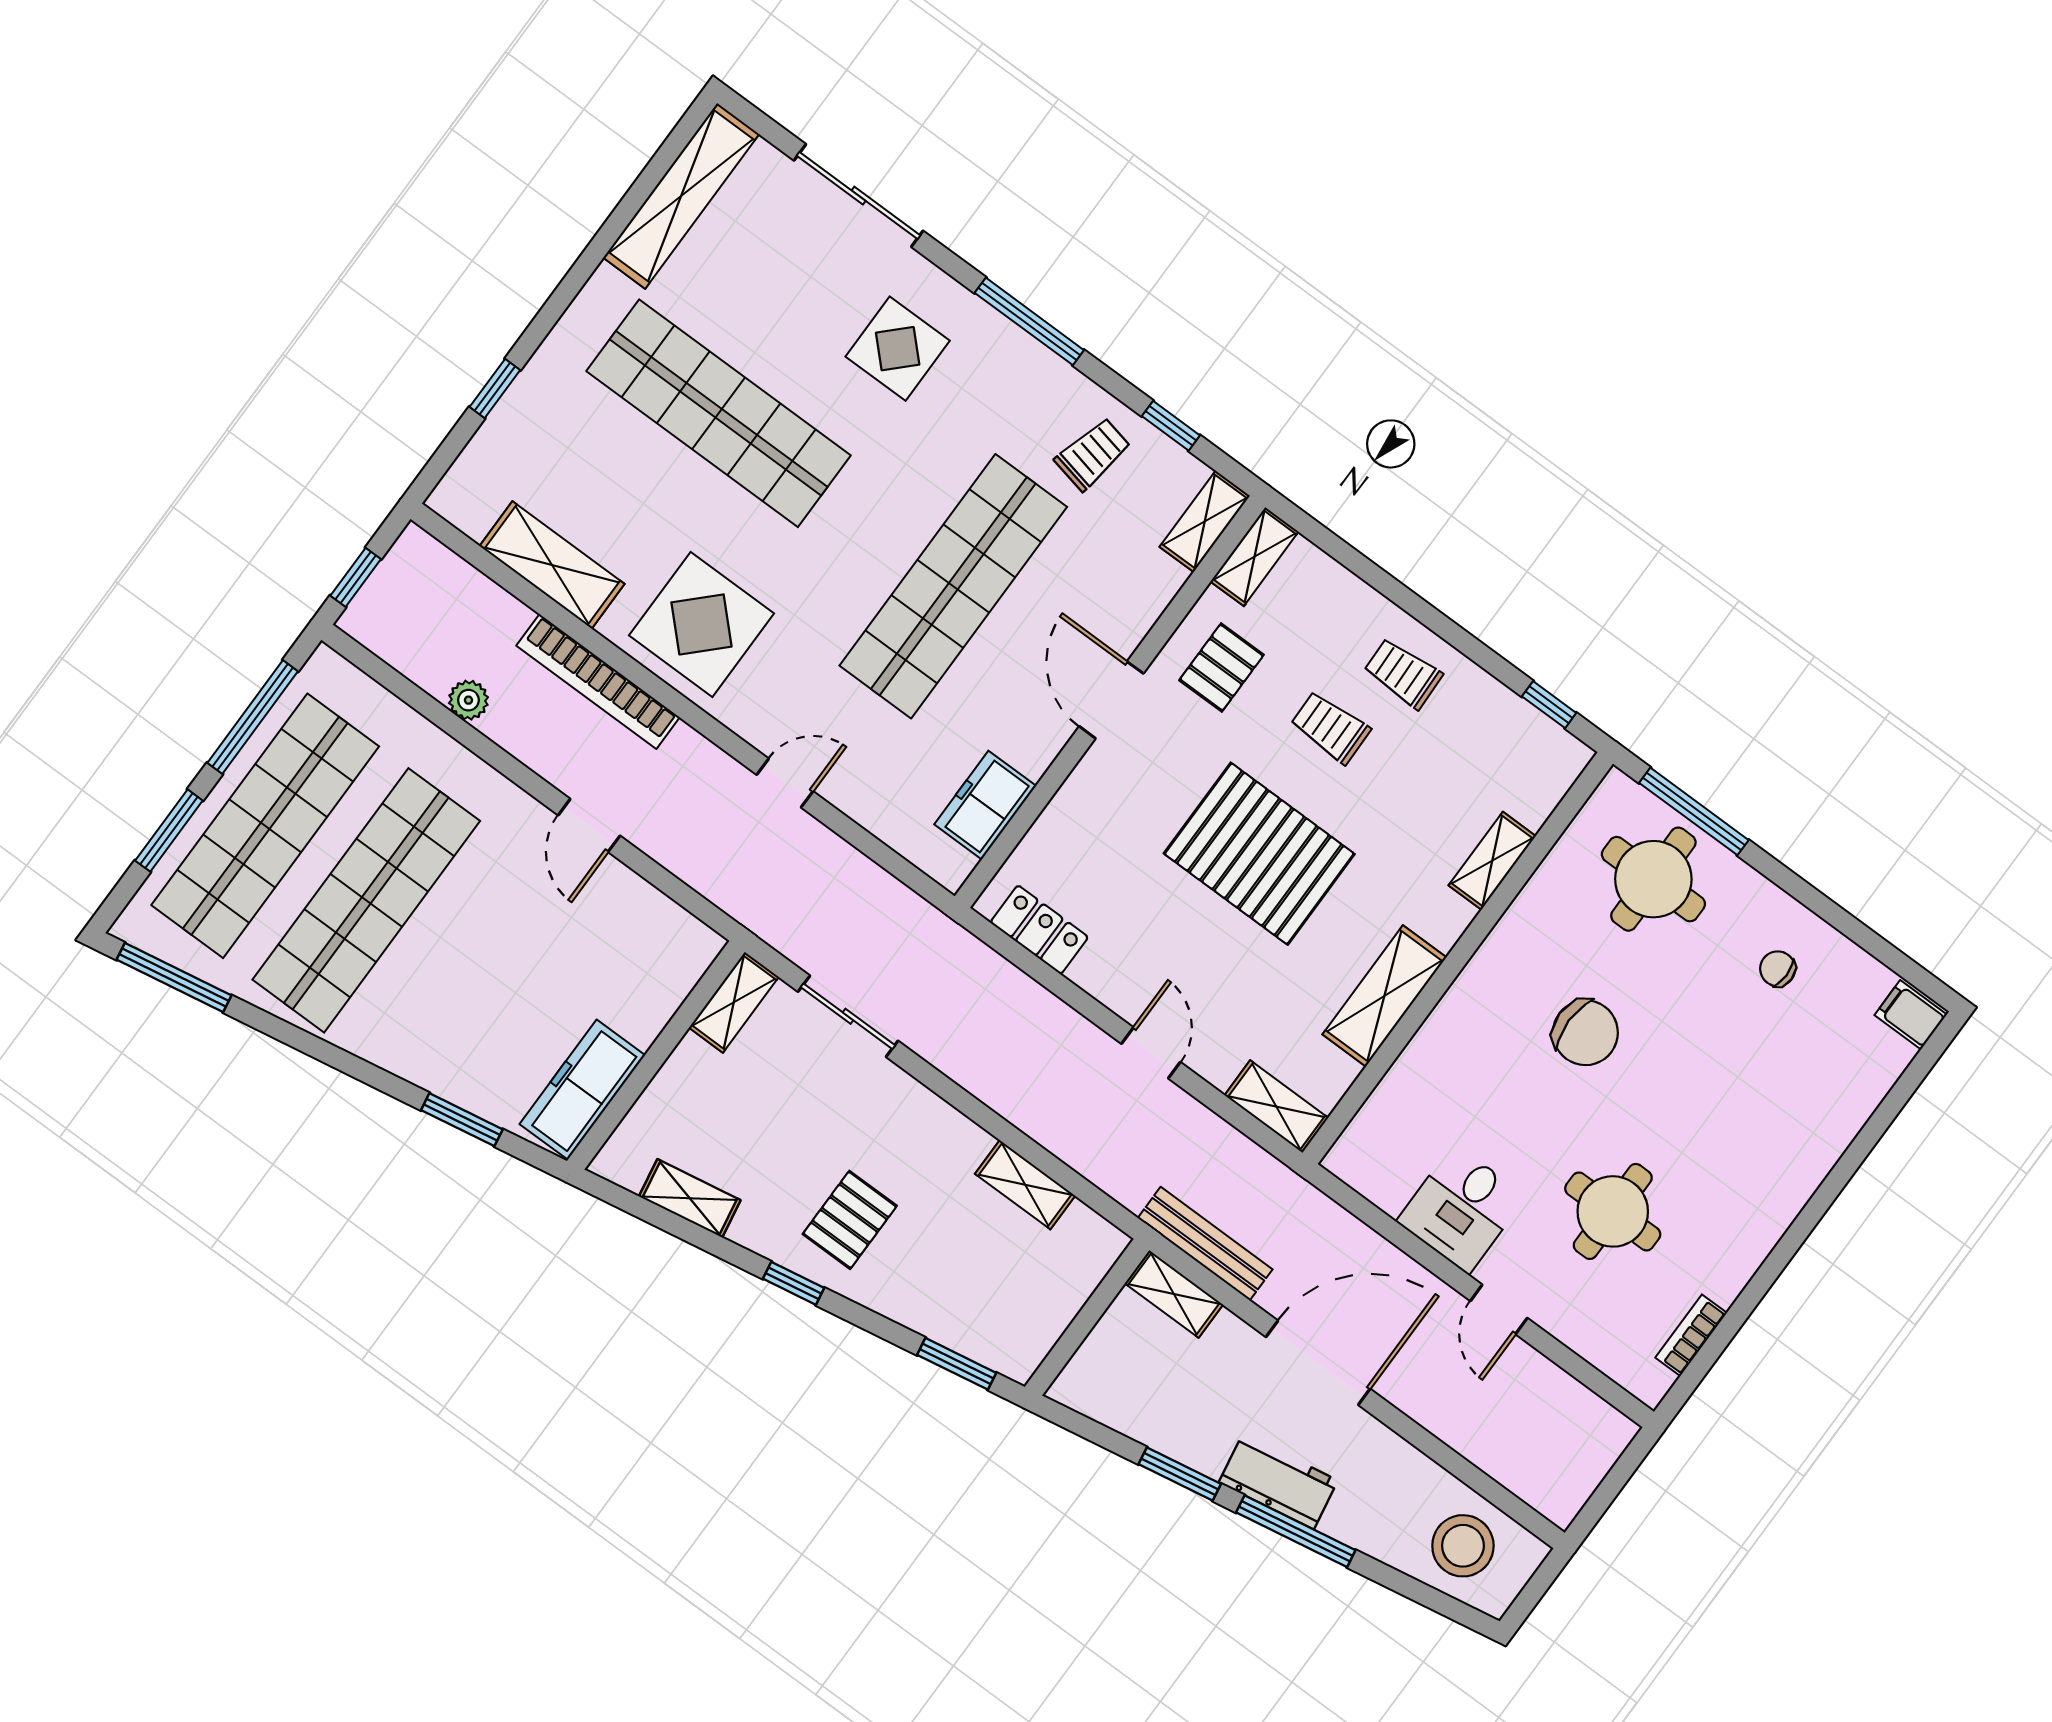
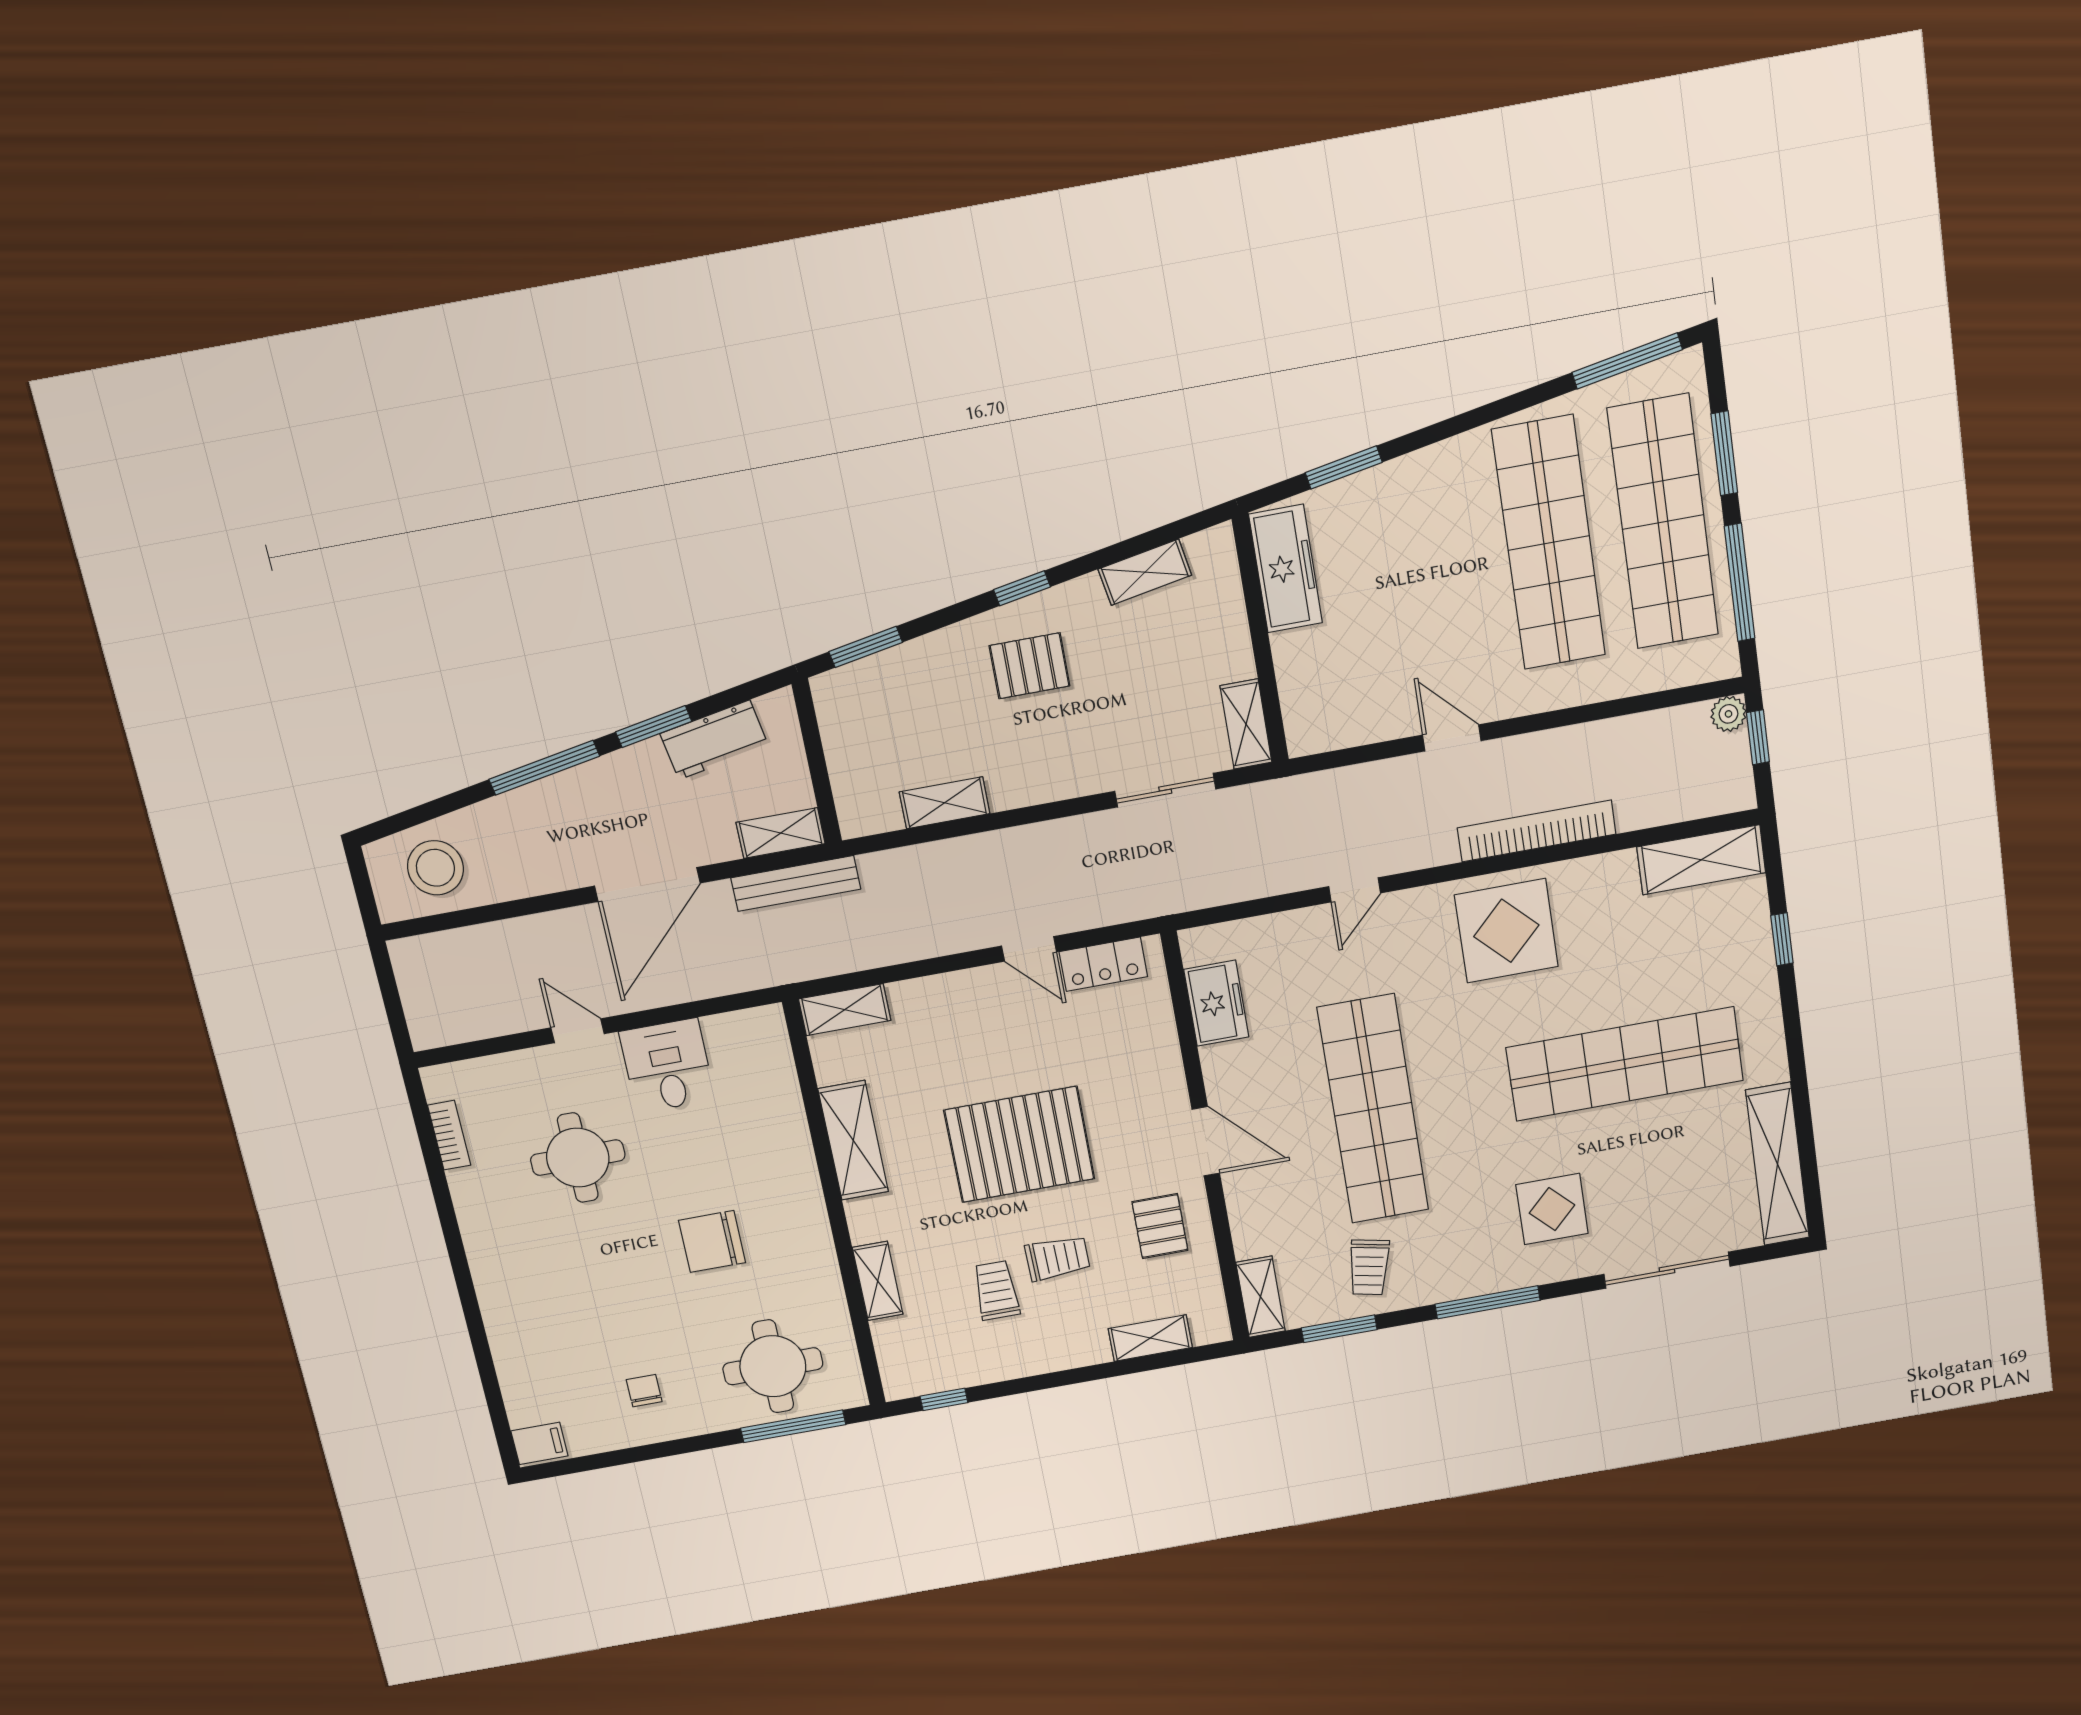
window: (1171, 426) -> (1339, 1329), width x1.50
shelving: (1255, 557) -> (1150, 1338), moved, turned 90
shelving: (552, 565) -> (1701, 860), moved
trolley: (1403, 673) -> (996, 1290), moved, turned -88
plant: (468, 700) -> (1729, 714), moved
chair: (1778, 969) -> (644, 1391), turned -90
door: (1151, 1053) -> (1029, 949), moved
pallet: (850, 1220) -> (1030, 666), turned 90
workbench: (1278, 1481) -> (714, 740), moved

